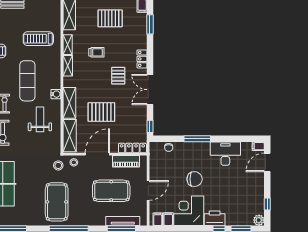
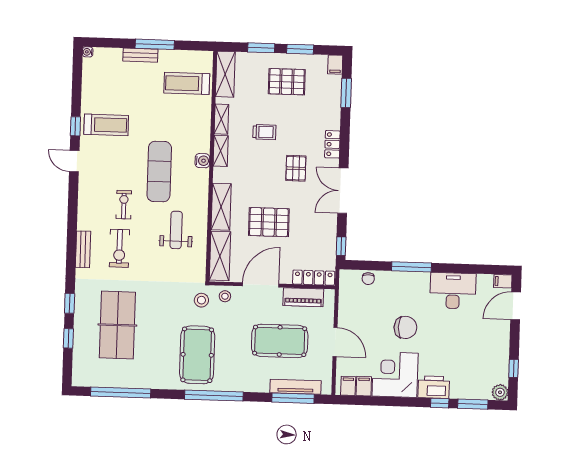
treadmill: (38, 39) -> (187, 83), moved
water cooler: (56, 94) -> (202, 161), moved
door: (148, 190) -> (335, 342), hinge flipped

